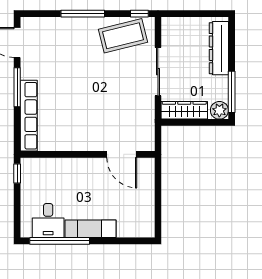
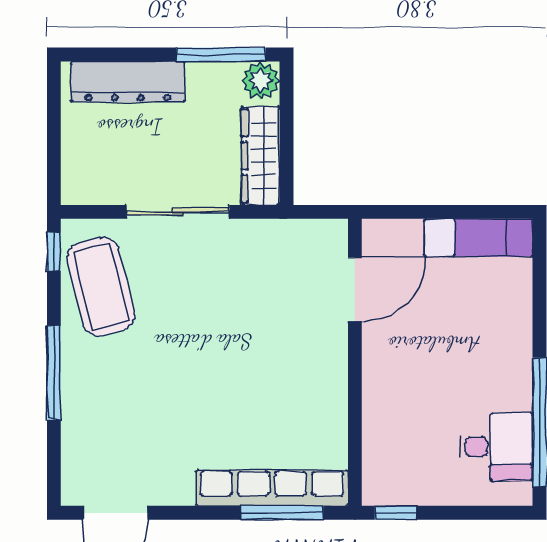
window: (17, 87) -> (282, 513), moved
exam couch: (91, 229) -> (479, 238), moved, turned -90

